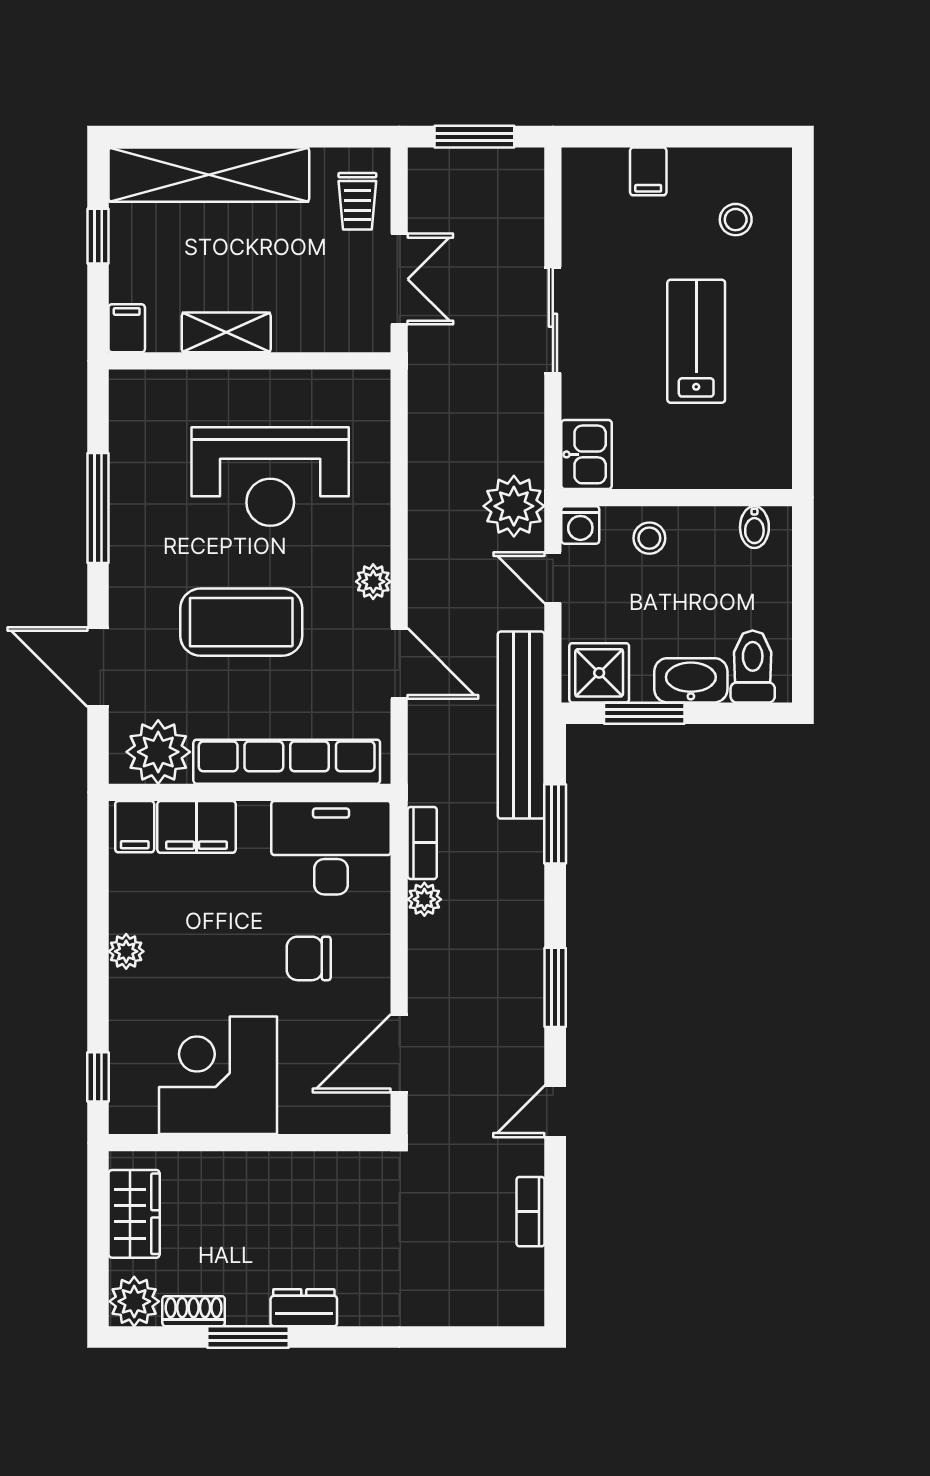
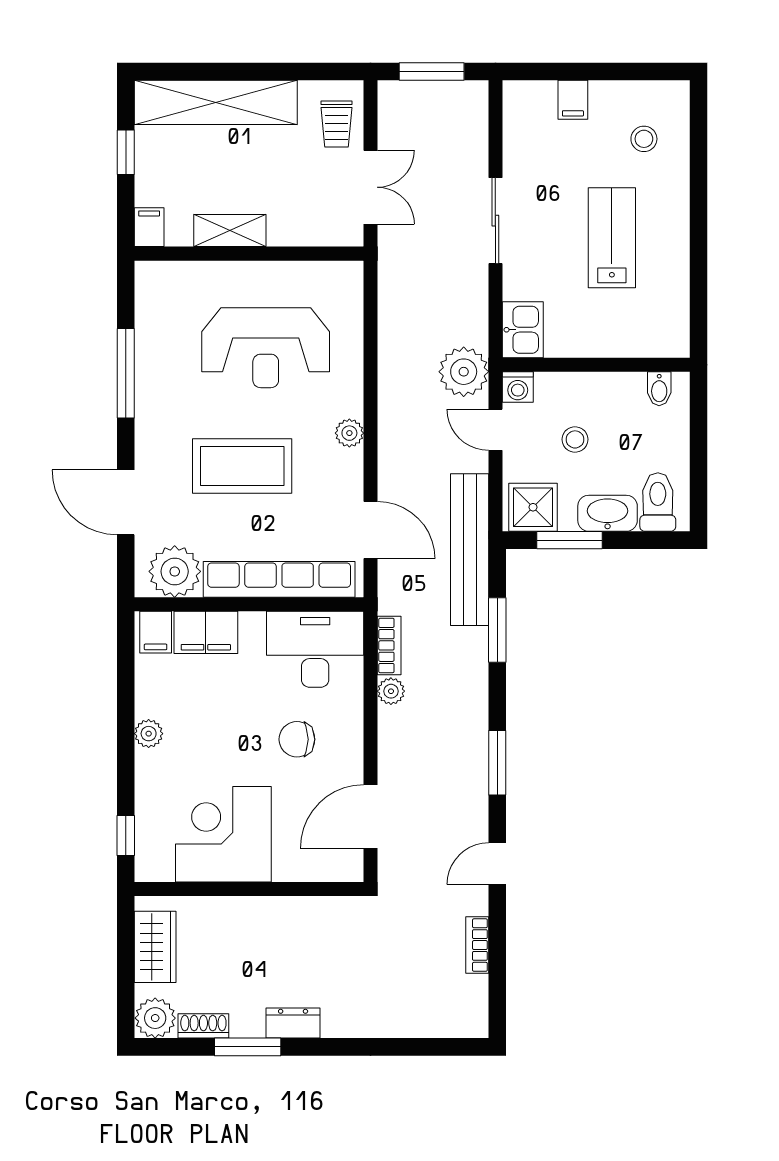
stool: (649, 538) -> (575, 439), moved
door: (399, 663) -> (370, 530), moved

